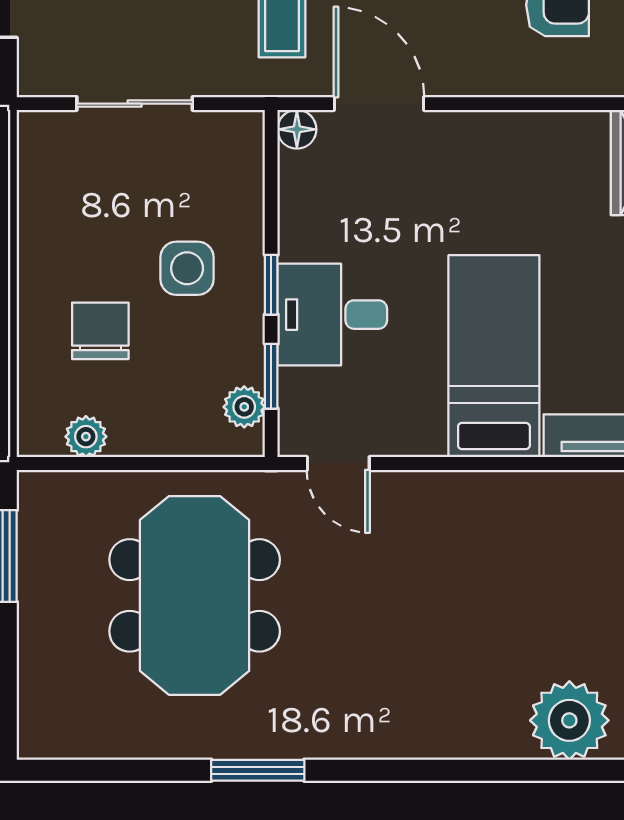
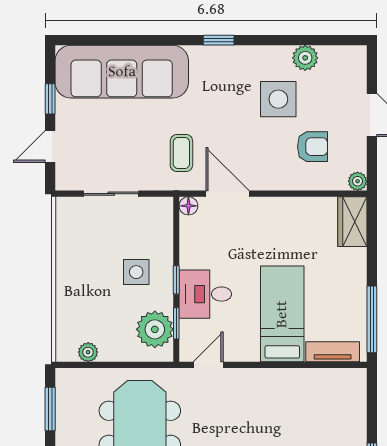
chair: (100, 331) -> (95, 302), removed
plant: (244, 407) -> (155, 329), width x1.87, depth x1.87
door: (338, 463) -> (208, 365), swing flipped

